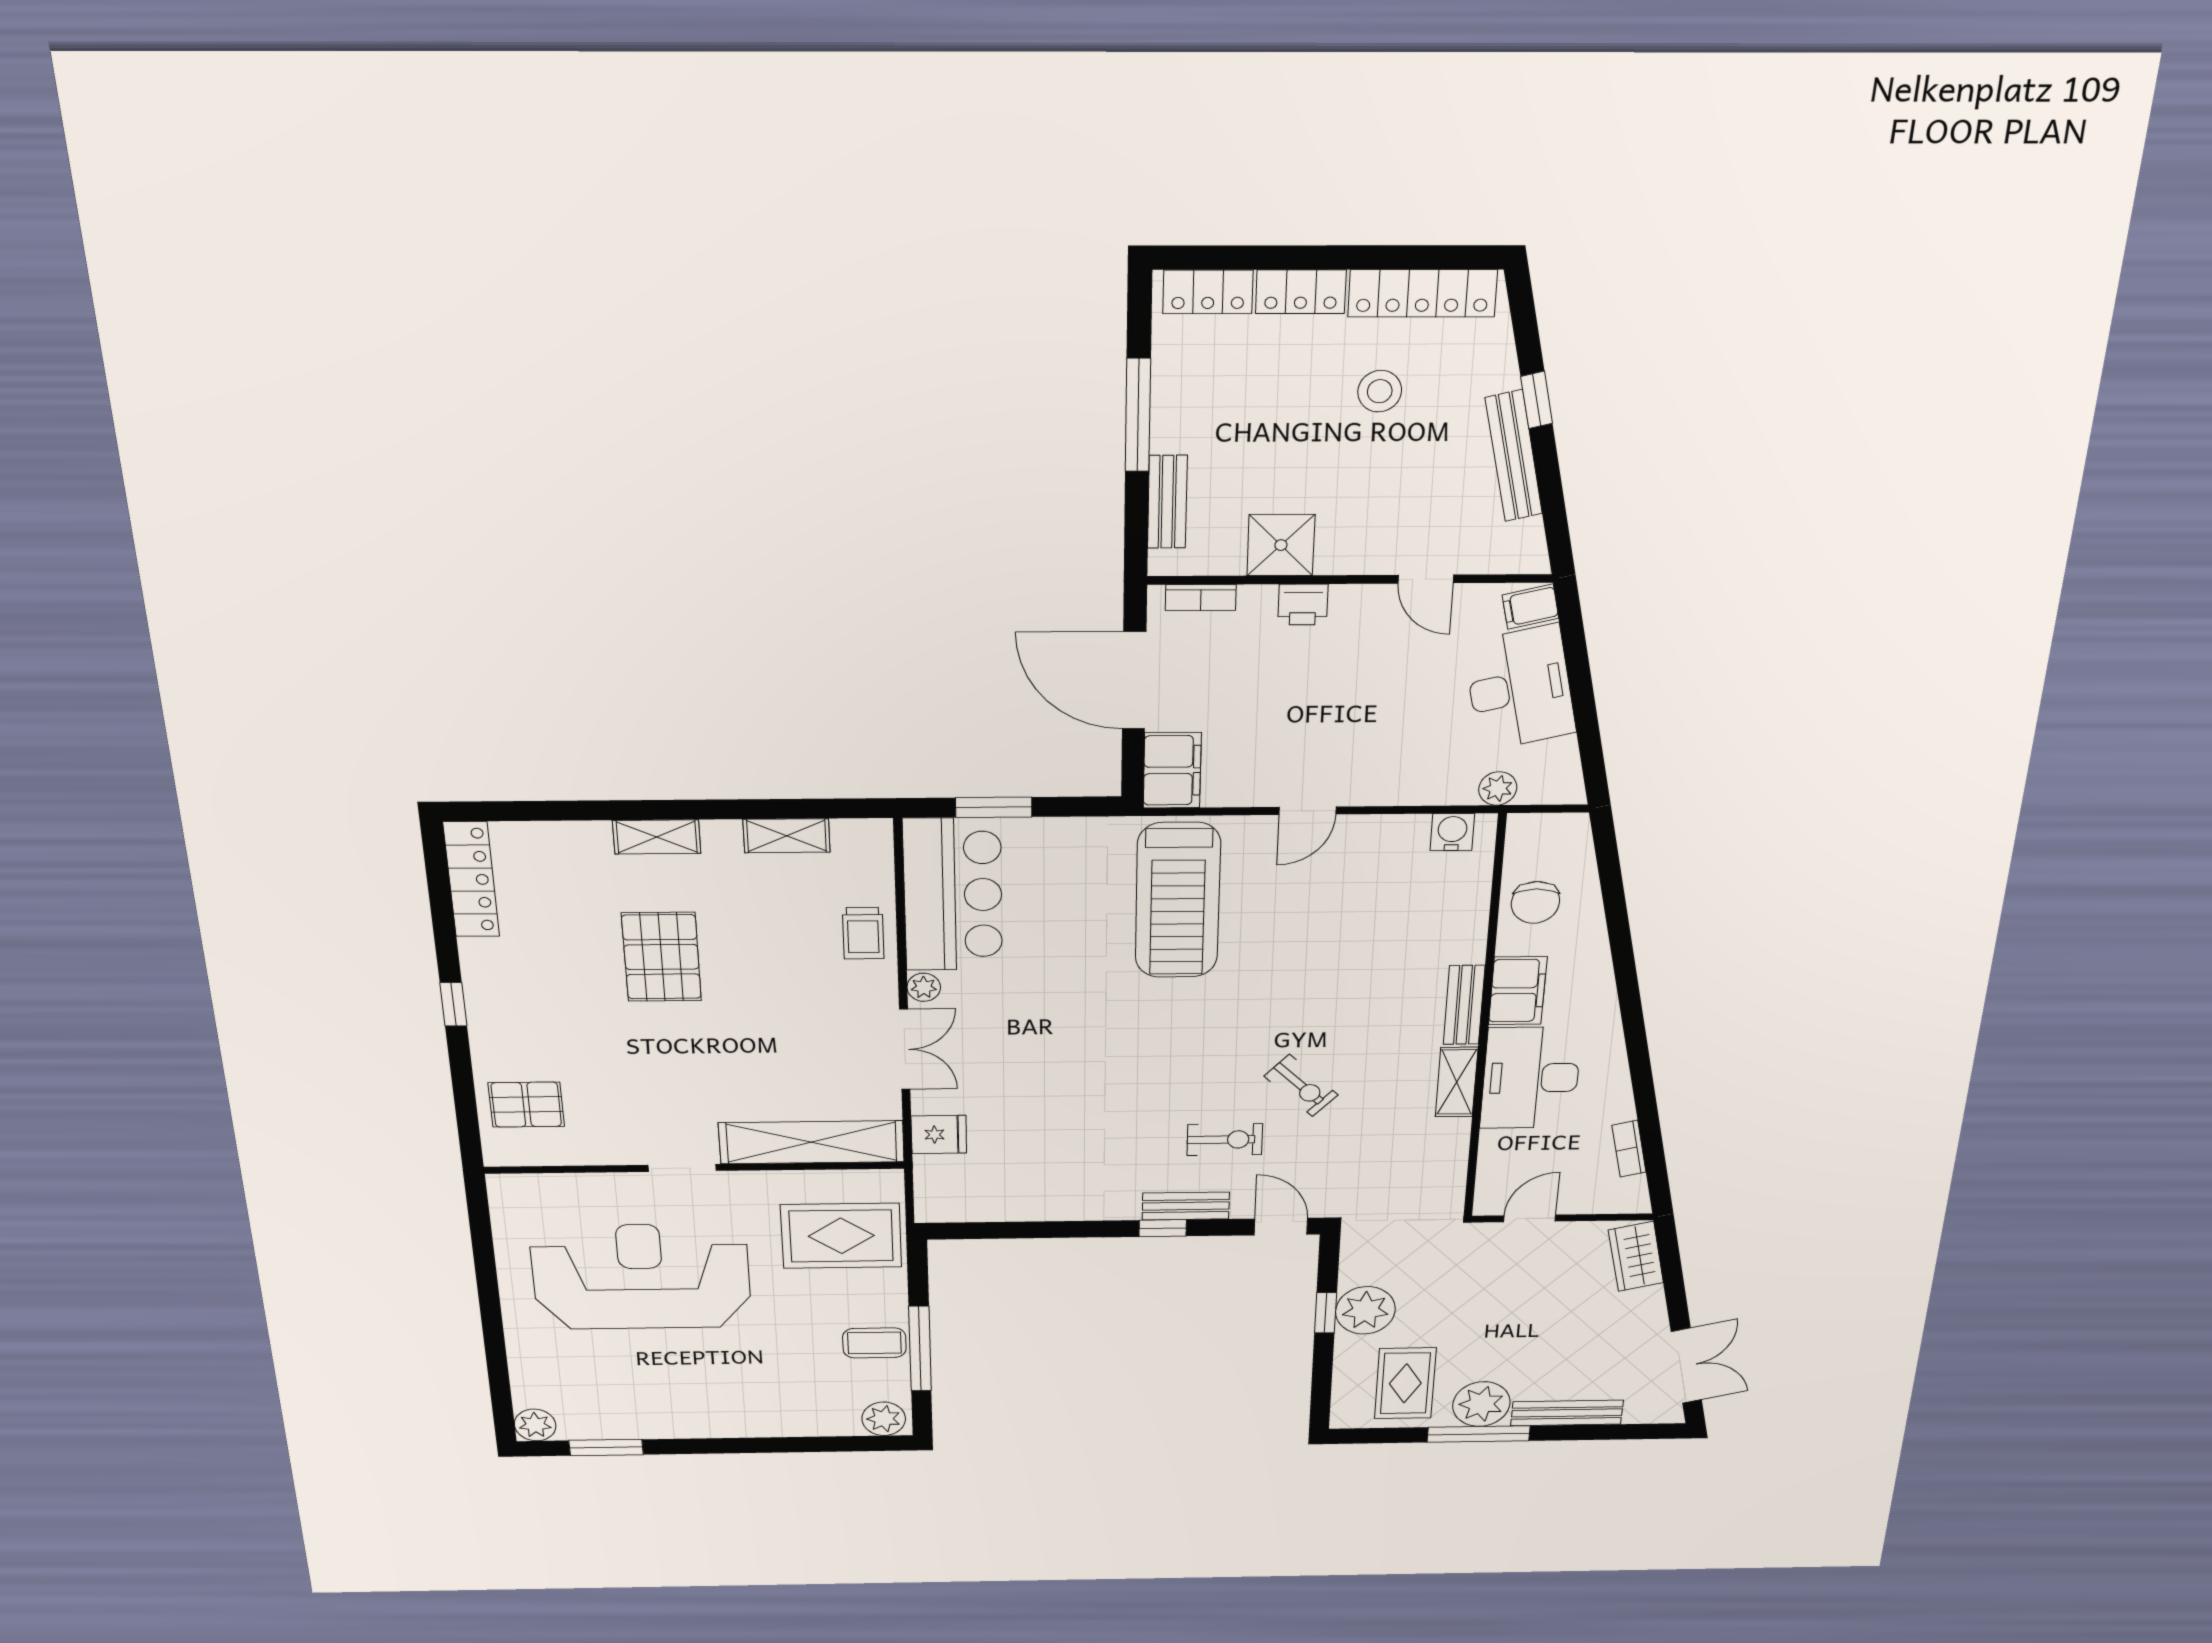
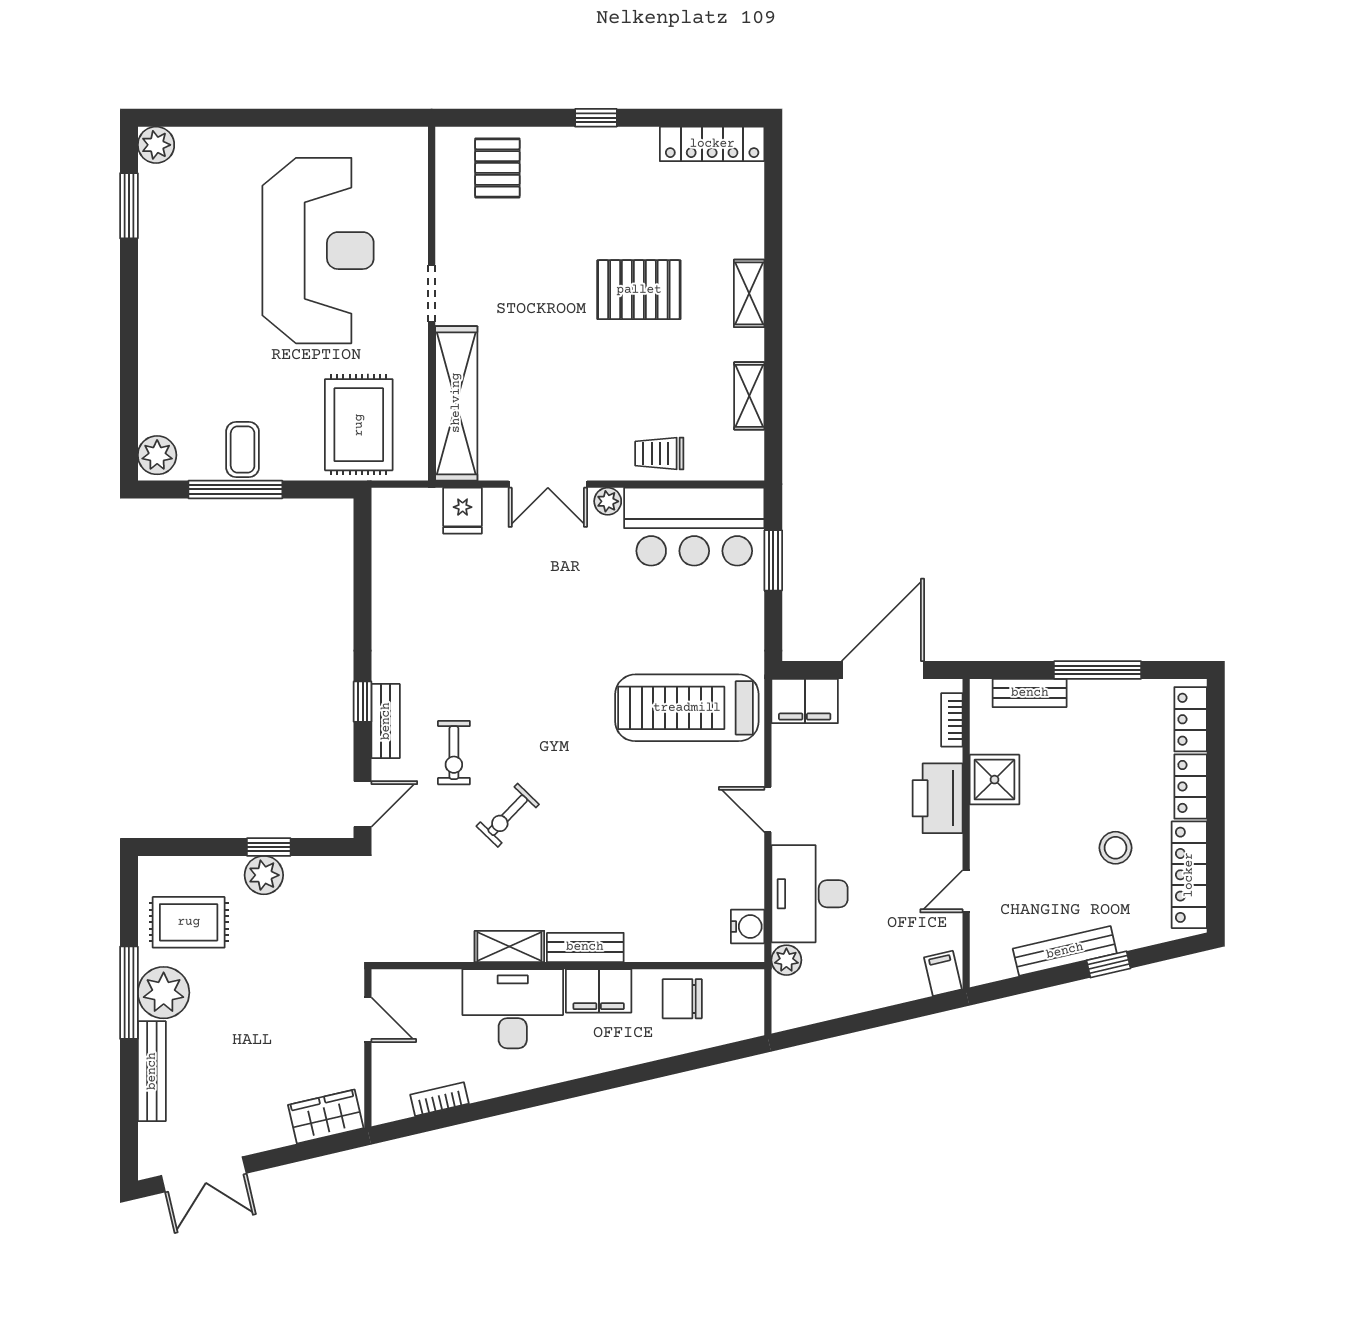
printer: (1303, 605) -> (938, 798), width x1.87, depth x1.48
desk: (1520, 688) -> (810, 894), moved, turned 103
plant: (1365, 1310) -> (264, 875), width x0.73, depth x0.73

